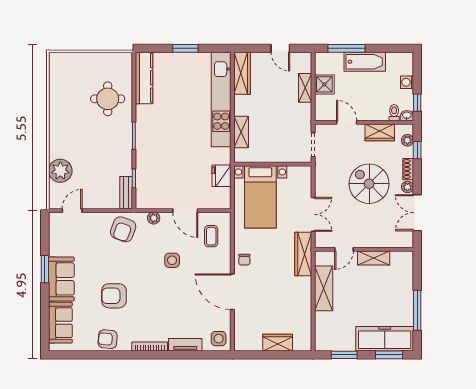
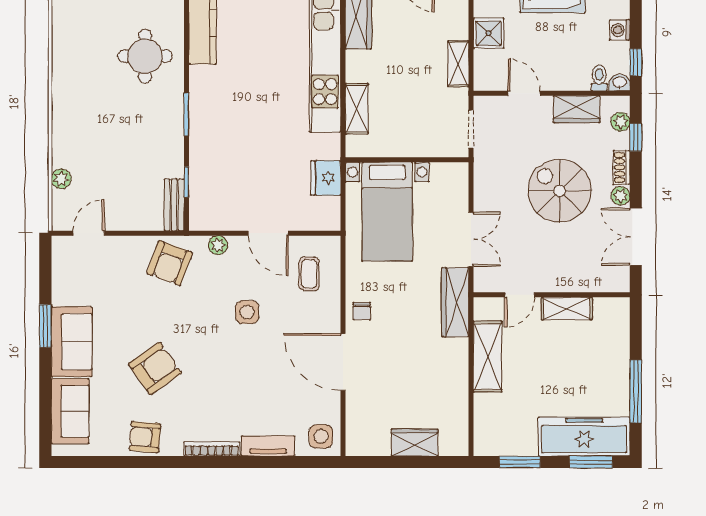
shelving: (305, 88) -> (458, 64), moved
plant: (60, 171) -> (61, 179), width x0.53, depth x0.53
armchair: (114, 296) -> (155, 368), turned 145

